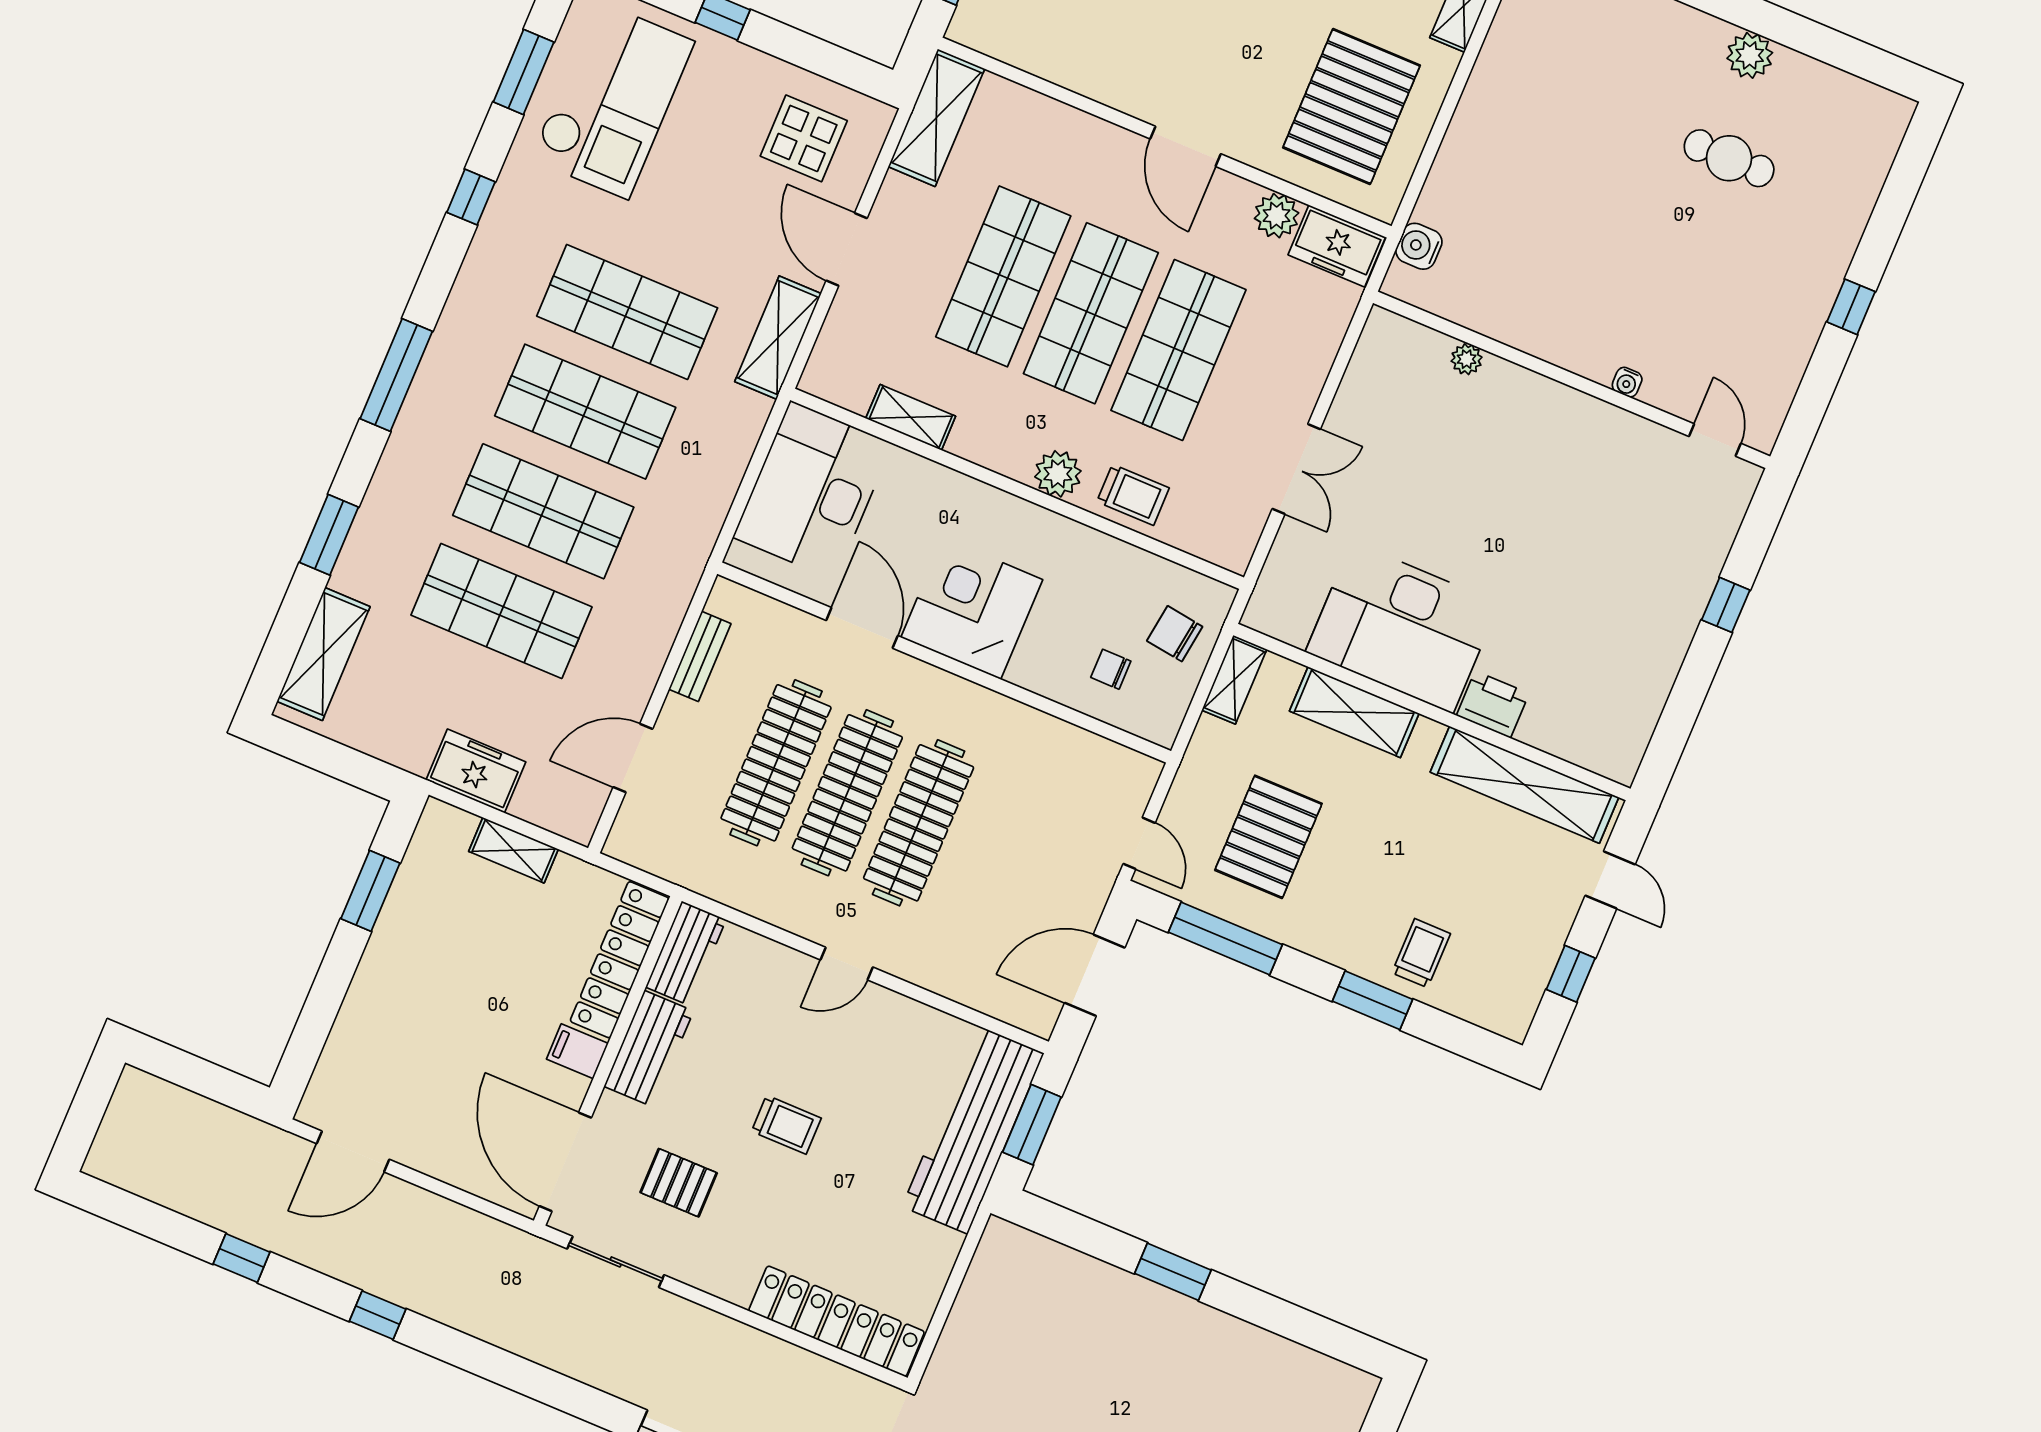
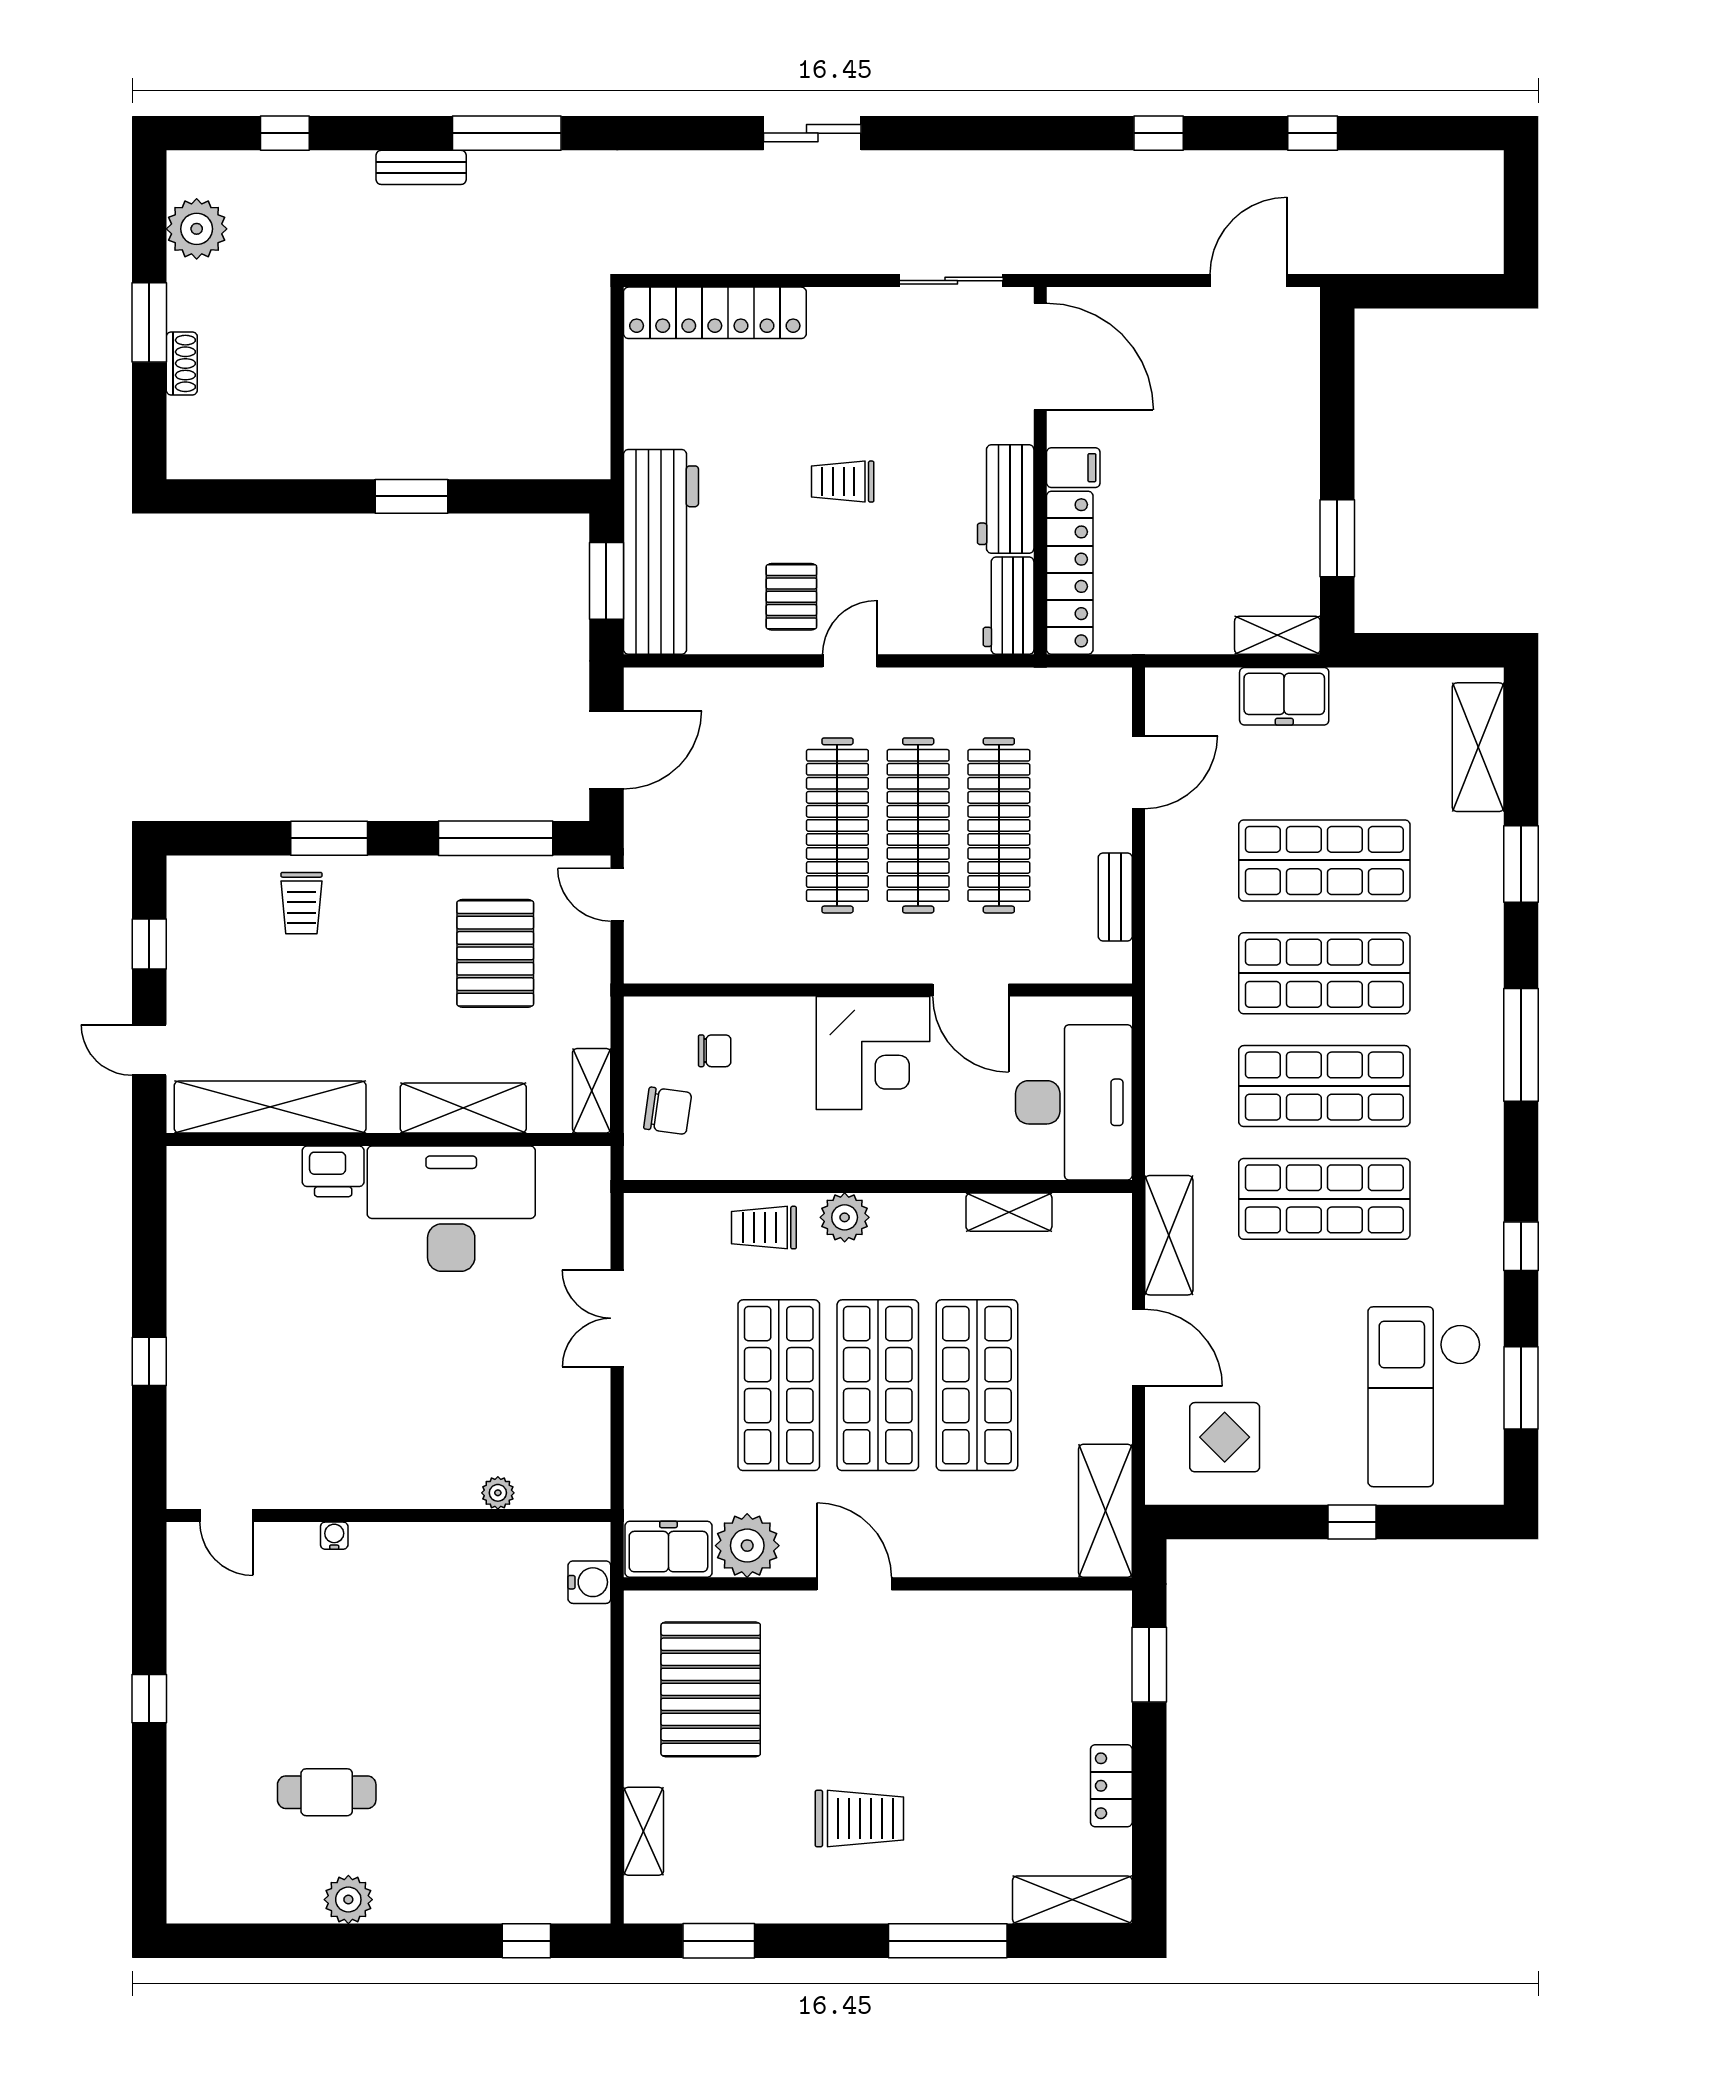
plant: (1277, 216) -> (747, 1546), width x1.36, depth x1.36
shelving: (513, 850) -> (1277, 635), moved
pallet: (679, 1183) -> (791, 597), moved, turned 90

